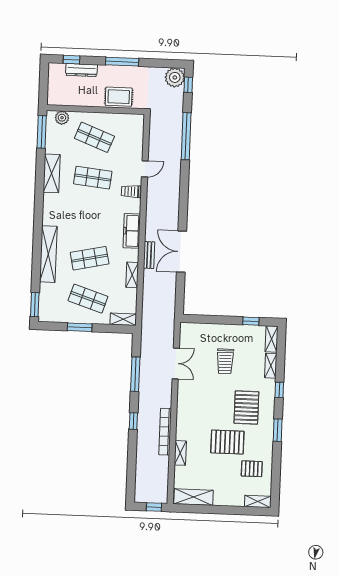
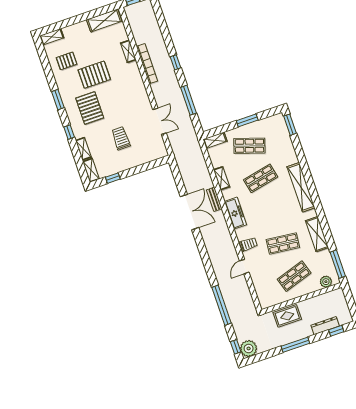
shop shelf: (94, 137) -> (294, 276), turned -39
shelving: (48, 254) -> (301, 187), moved
double door: (176, 363) -> (160, 121), swing flipped

